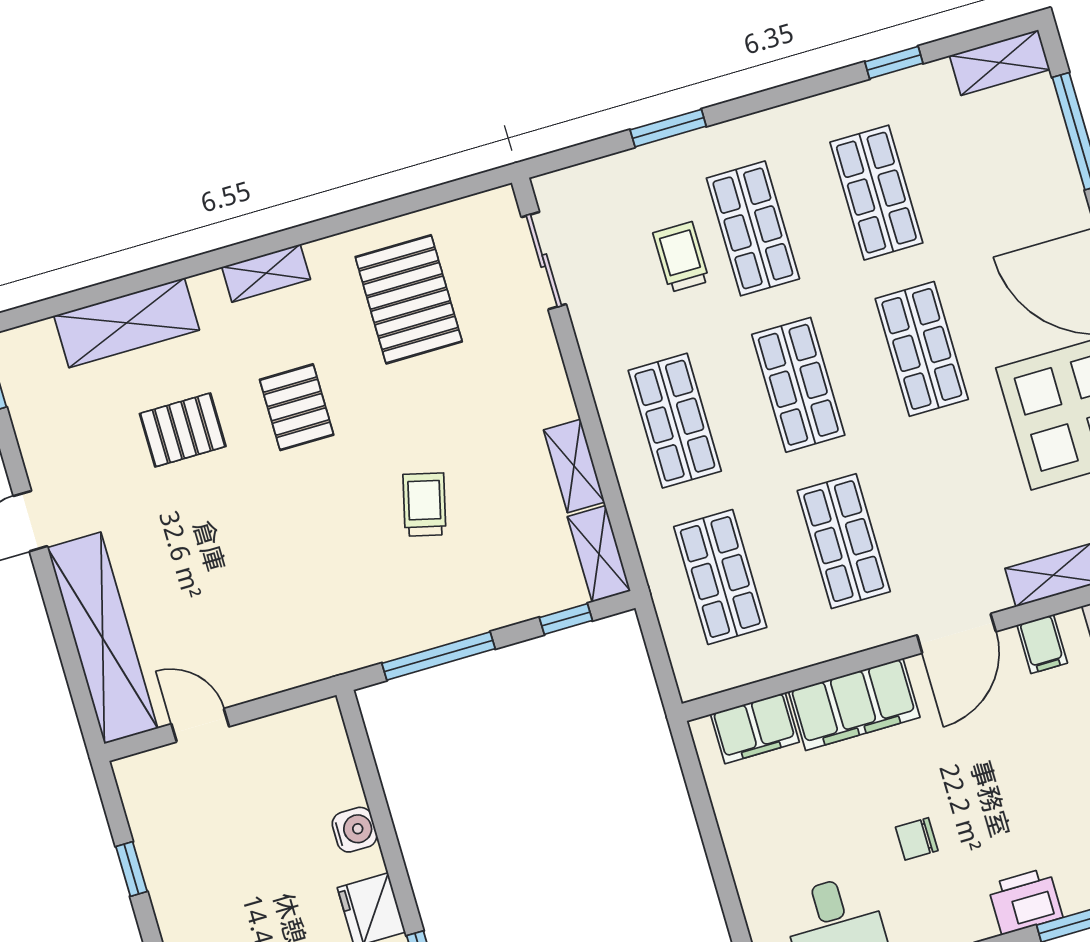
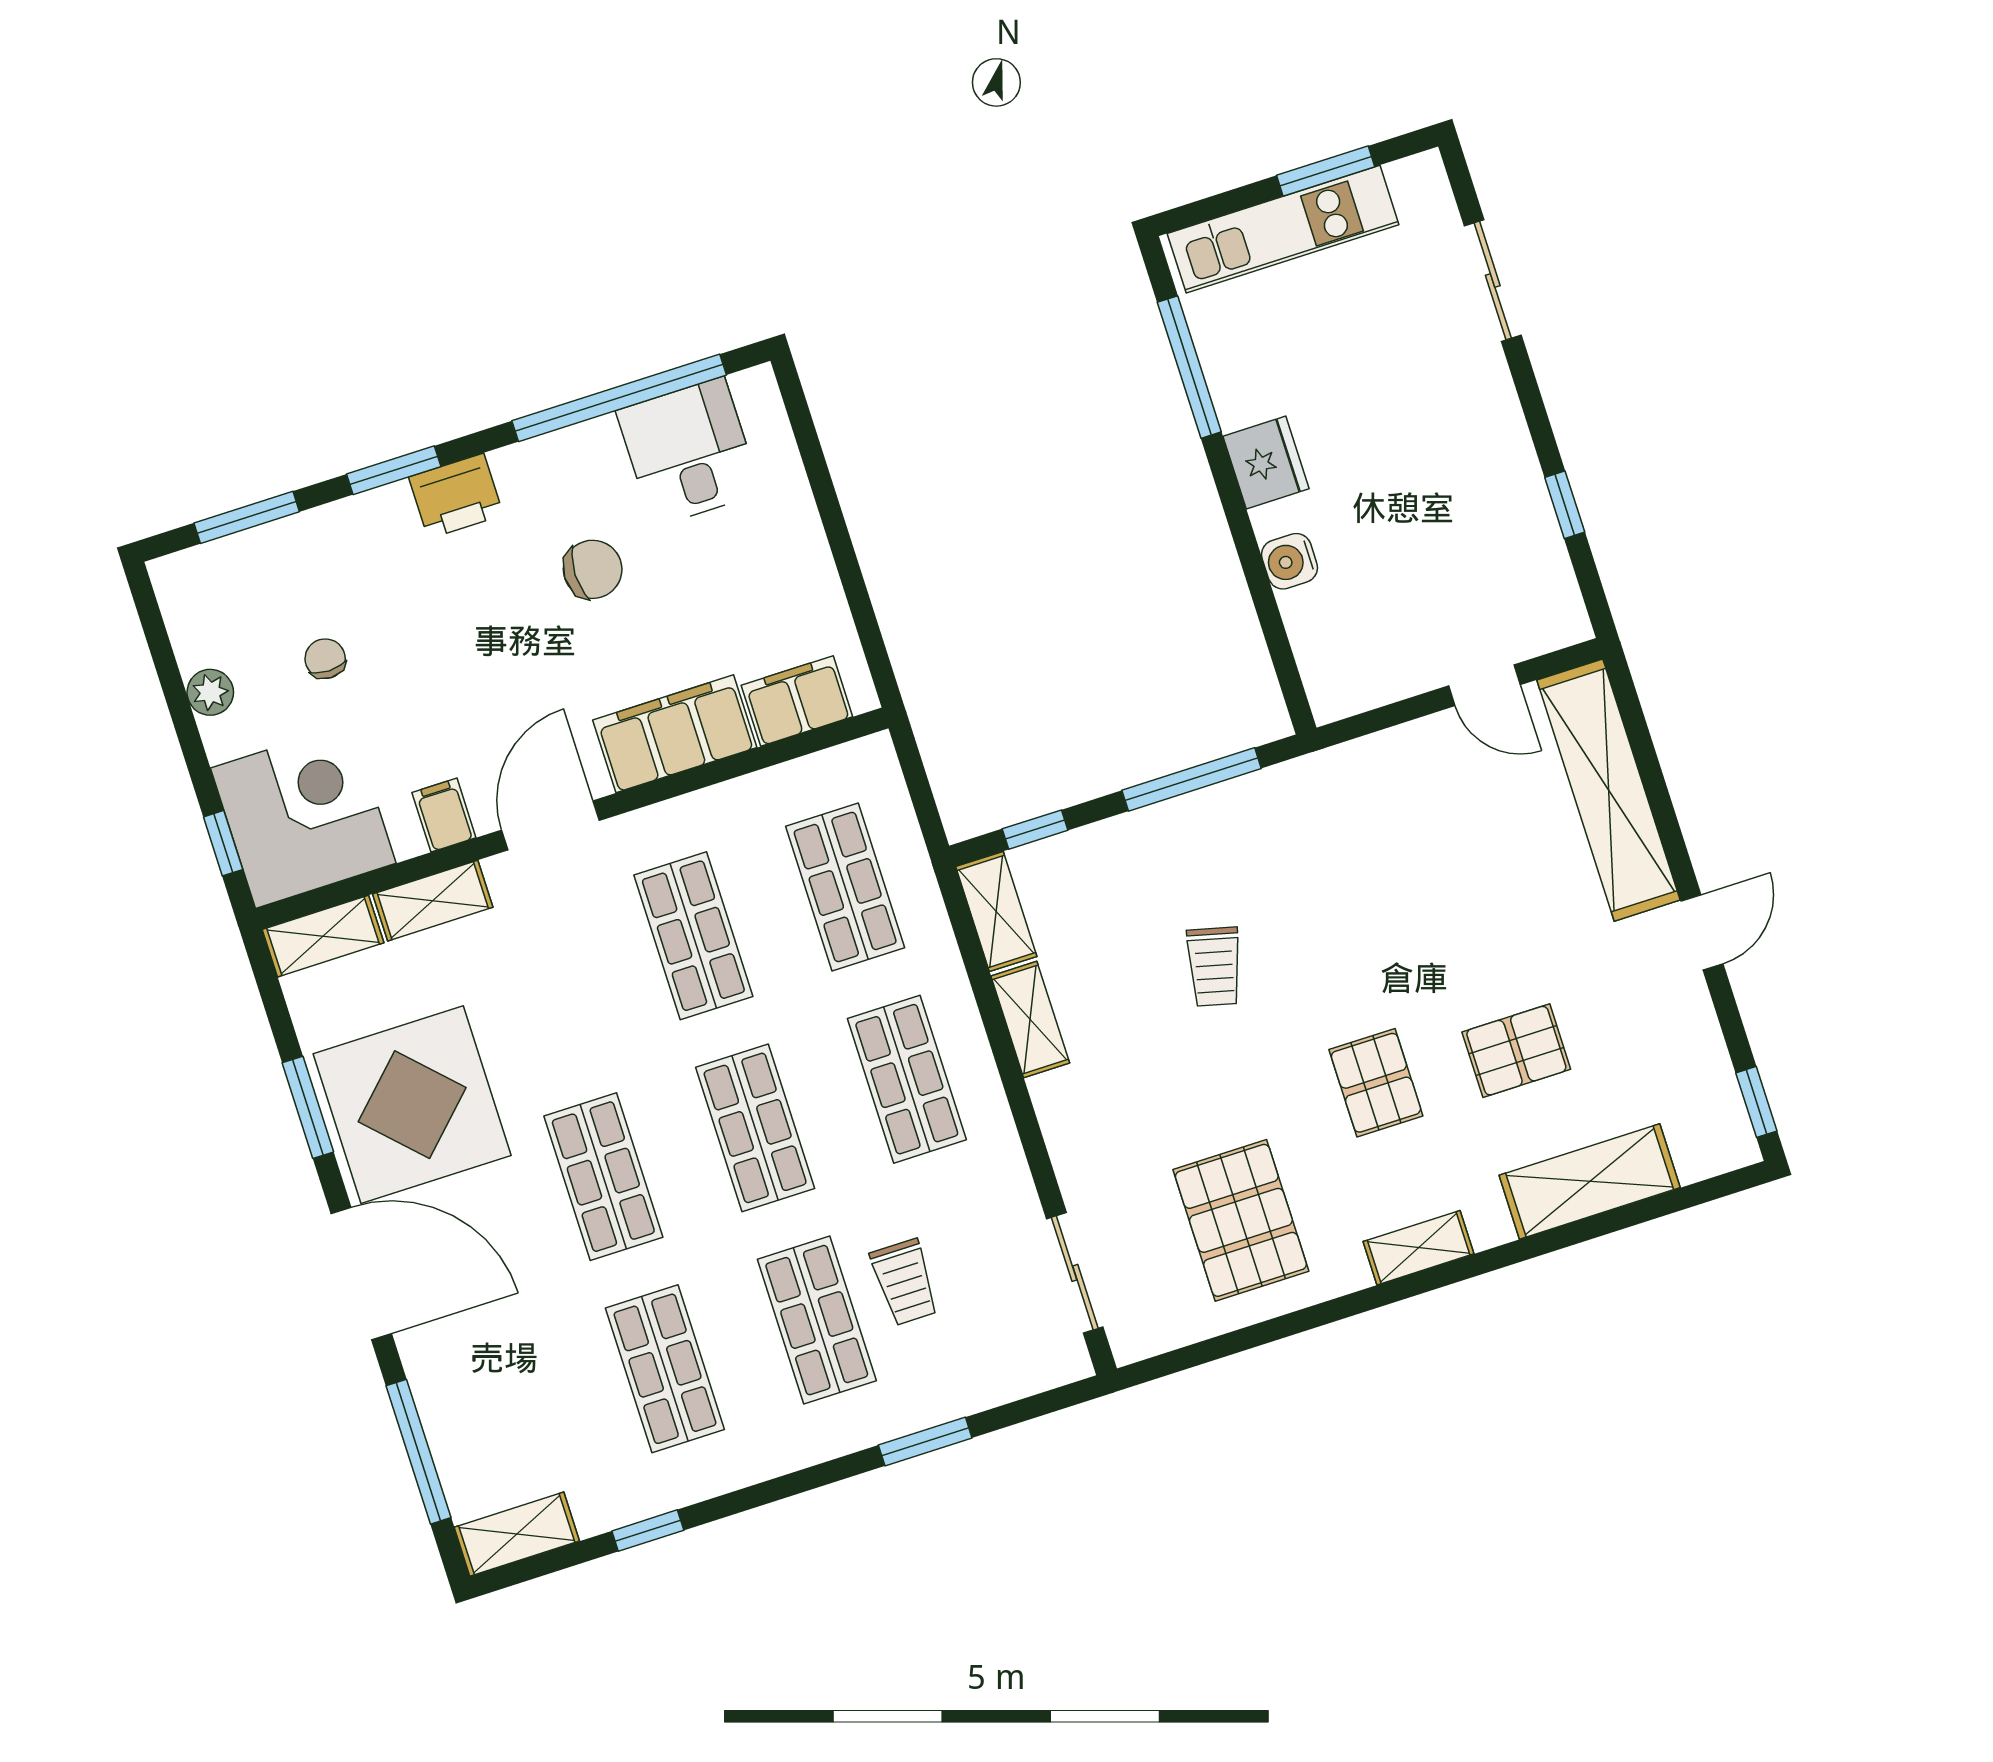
chair: (917, 839) -> (593, 569), width x1.37, depth x1.37

